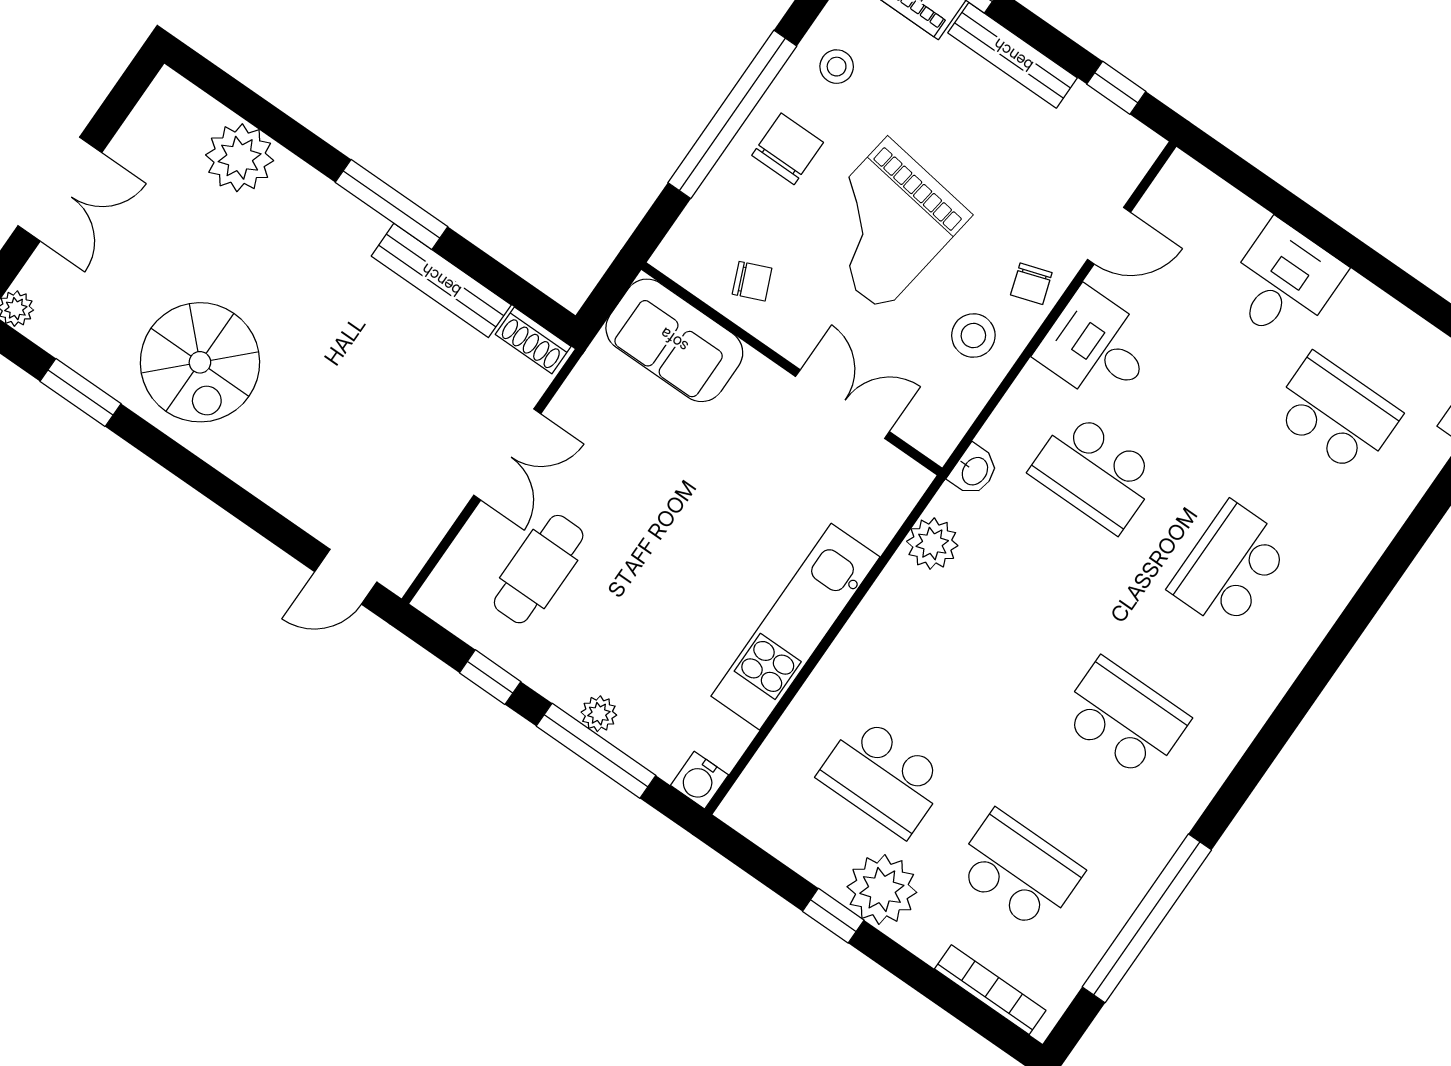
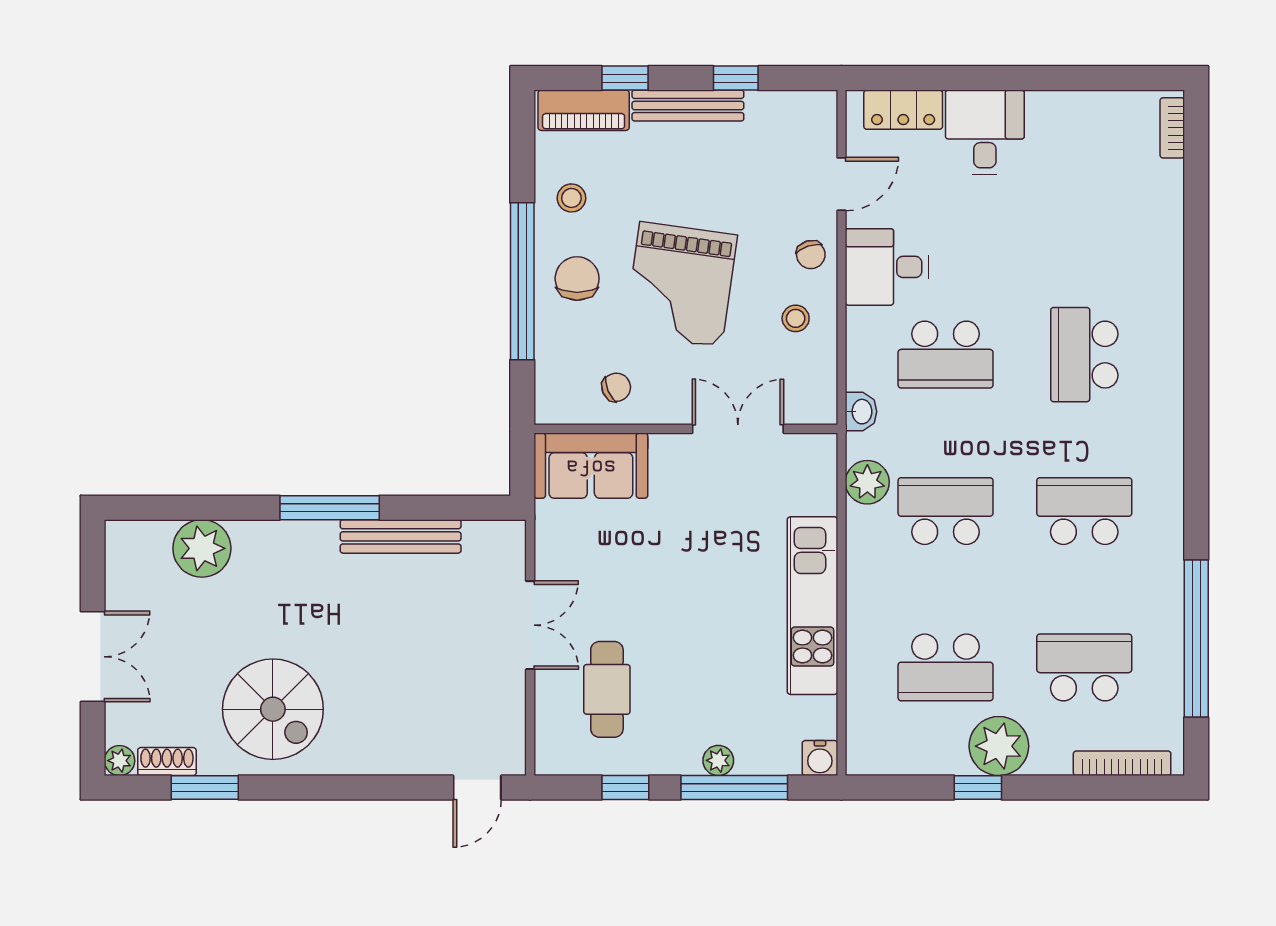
window: (1116, 88) -> (736, 78), moved
locker: (1219, 205) -> (903, 110), added
stool: (973, 336) -> (796, 318), width x0.73, depth x0.73
shoe rack: (533, 340) -> (167, 762), moved, turned 180
school desk: (1336, 414) -> (946, 511), moved

